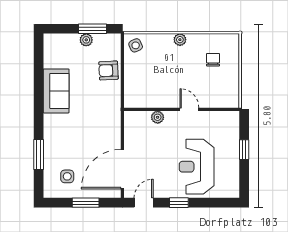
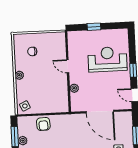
door: (189, 109) -> (68, 66), hinge flipped
reception desk: (197, 167) -> (107, 59), turned 180
door: (122, 169) -> (100, 112), moved

